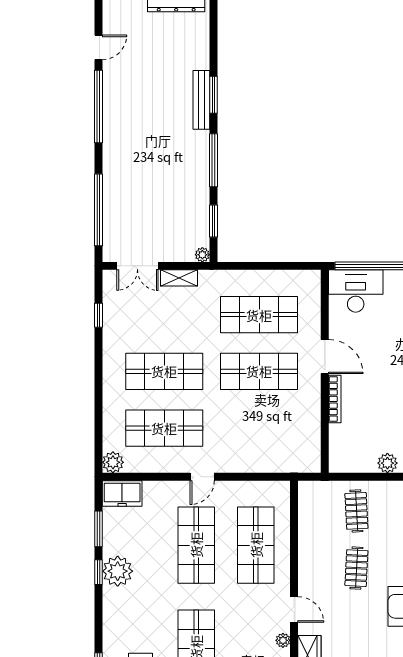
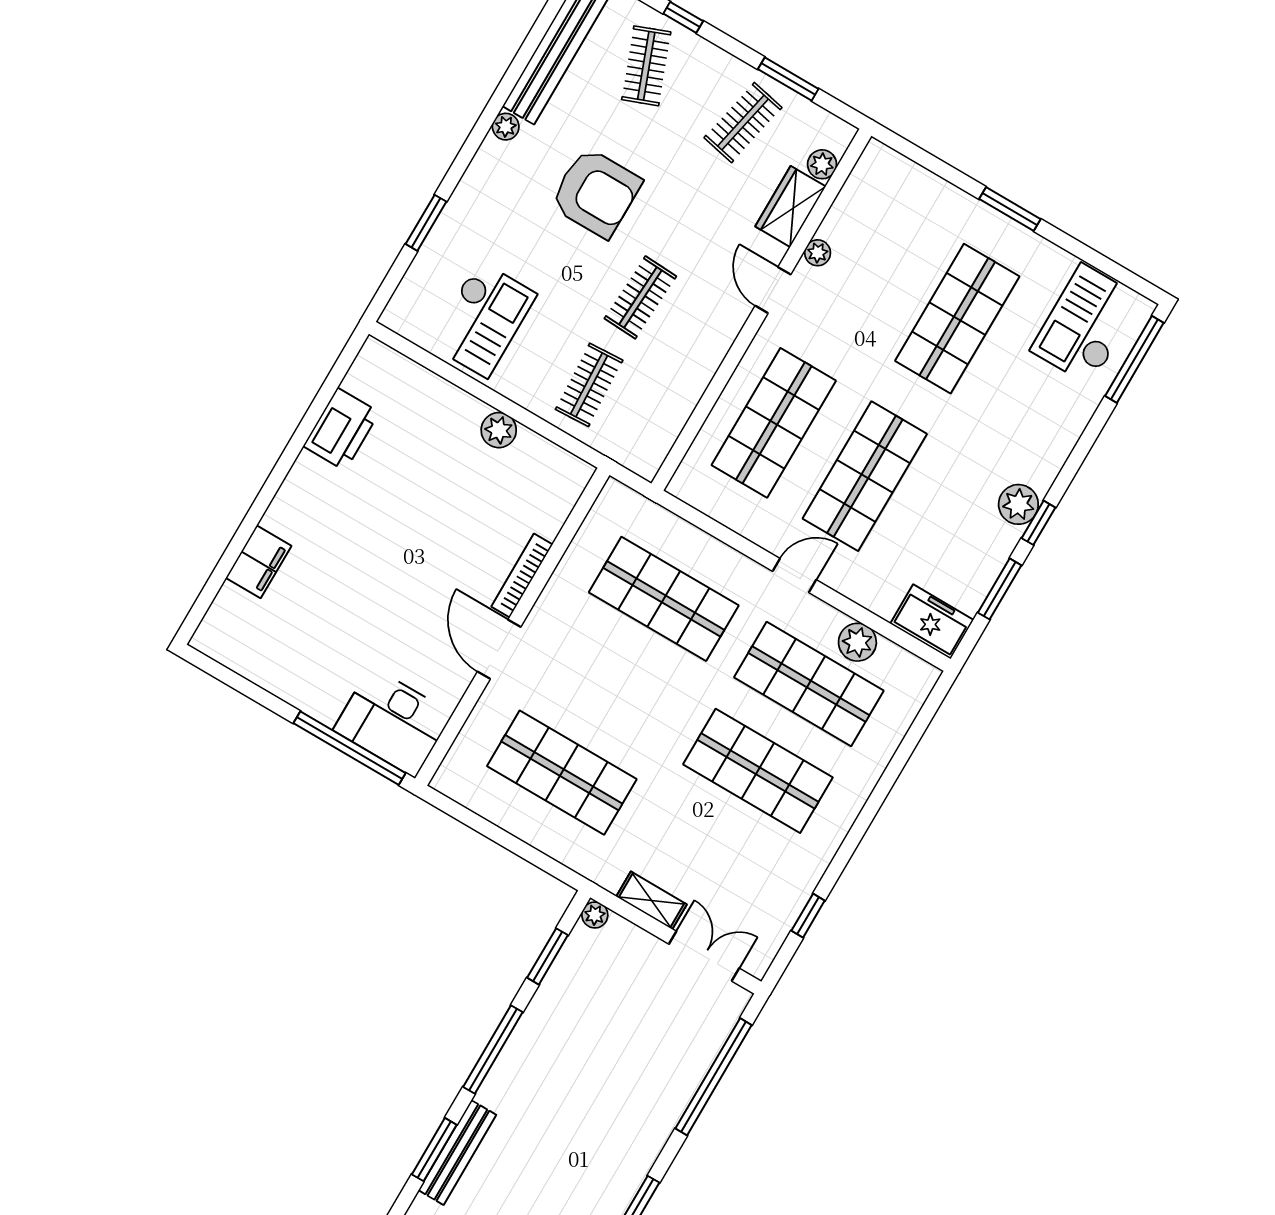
shop shelf: (259, 371) -> (664, 599), moved
plant: (113, 462) -> (857, 642), moved
plant: (118, 571) -> (1018, 504), width x0.73, depth x0.73

